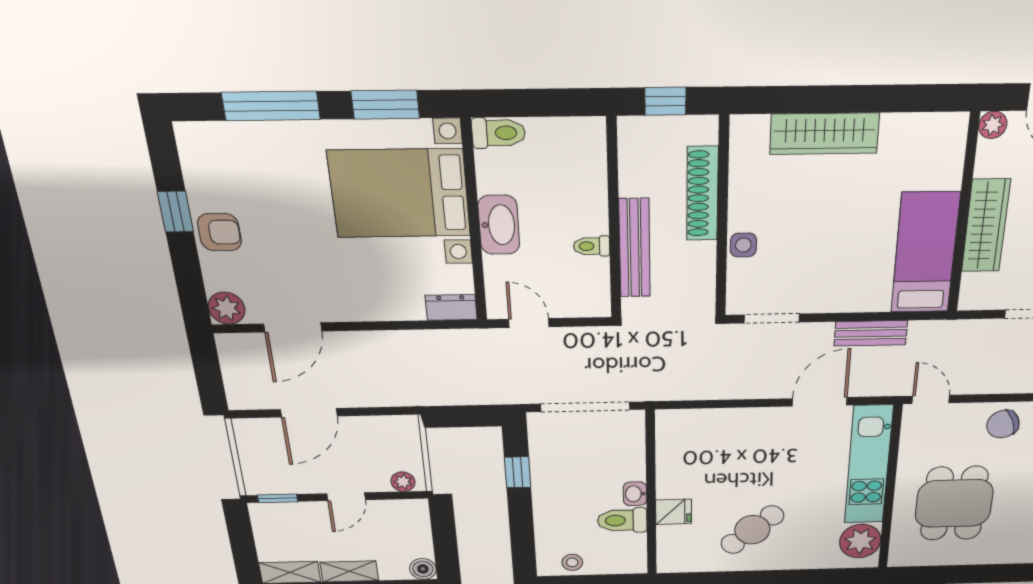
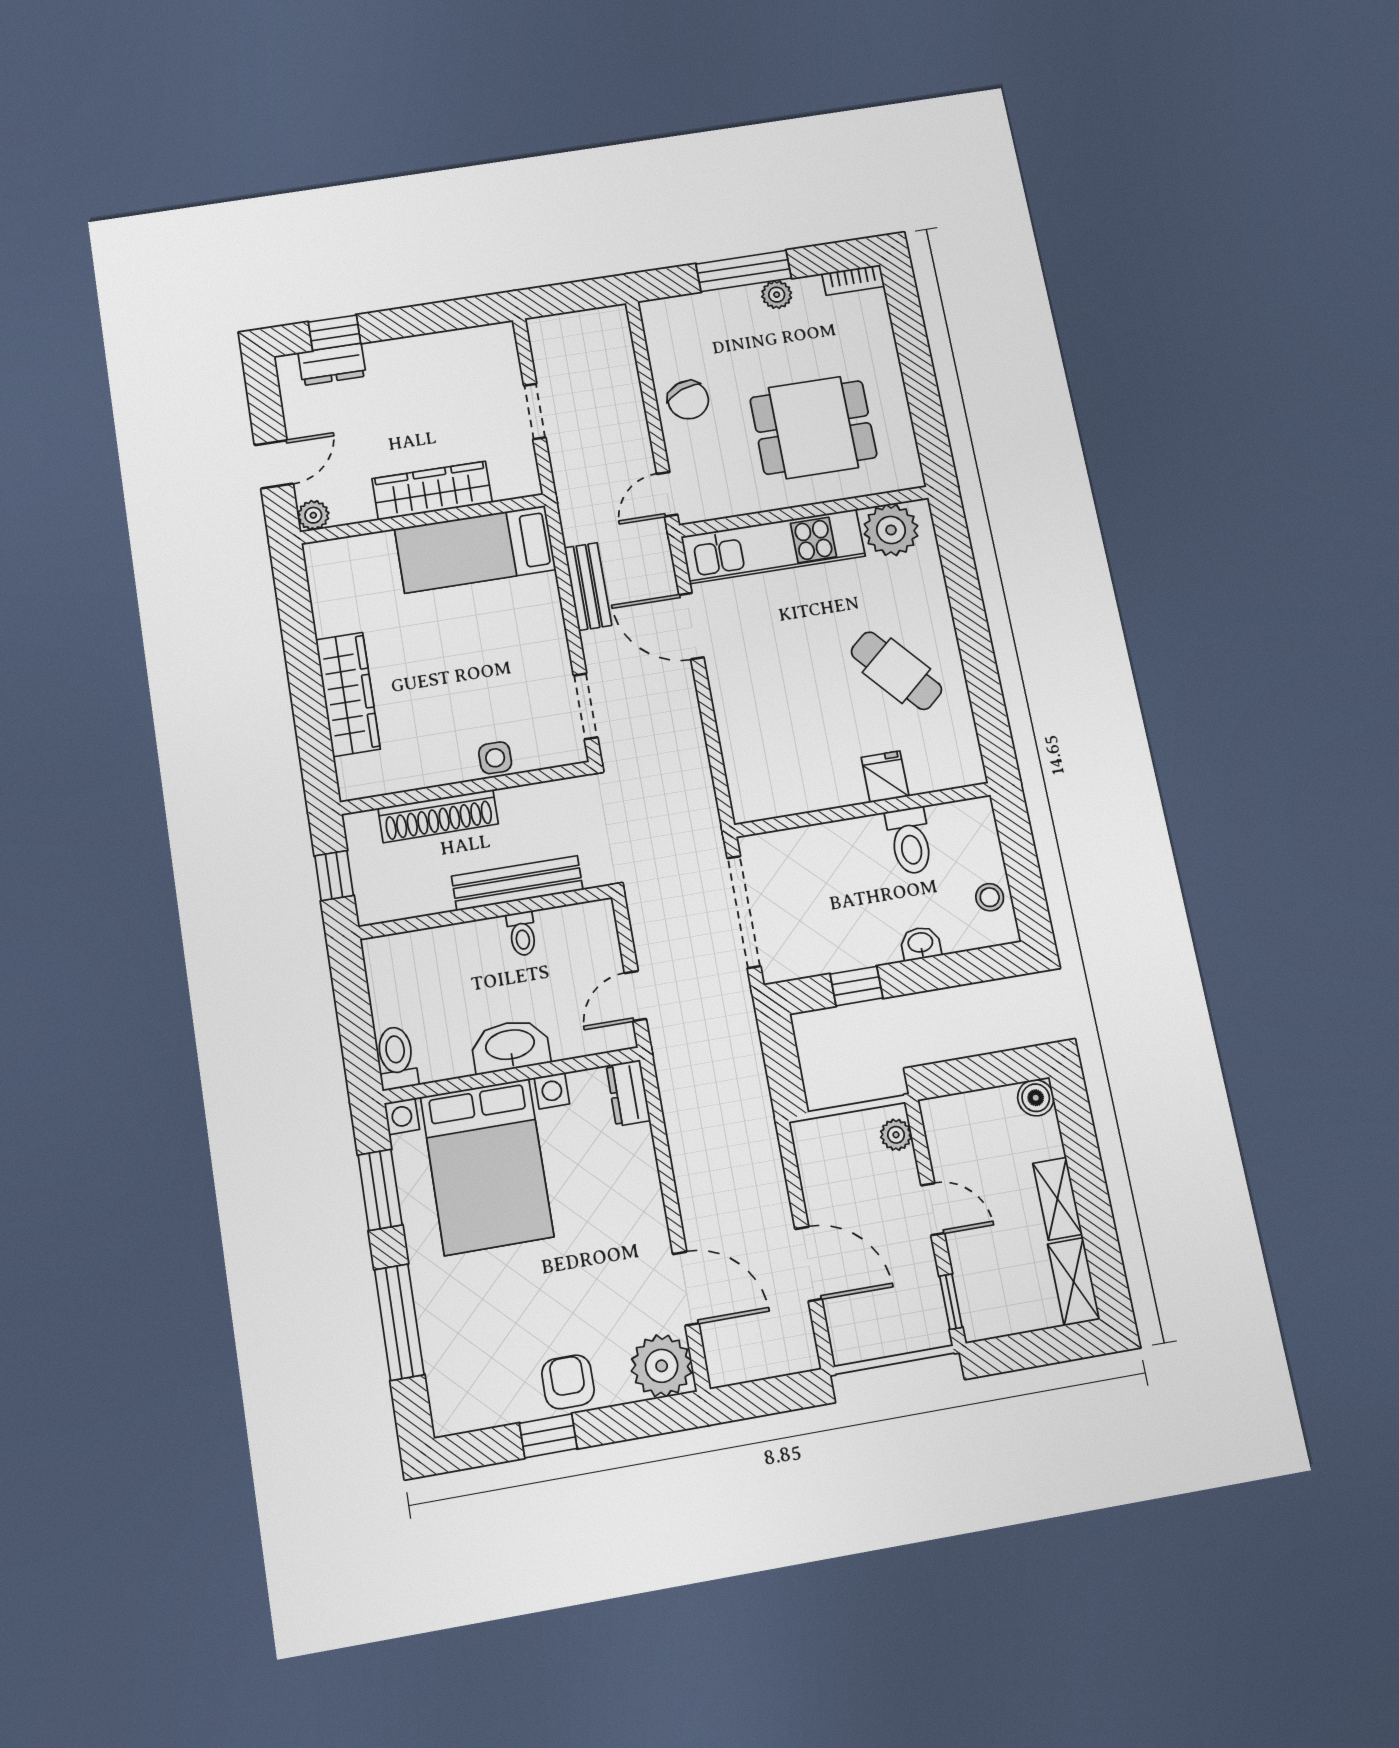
plant: (227, 308) -> (662, 1366), width x1.36, depth x1.36
washbasin: (635, 494) -> (920, 943), moved, turned 180

